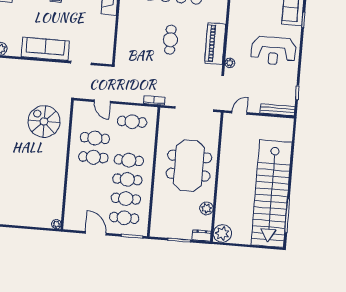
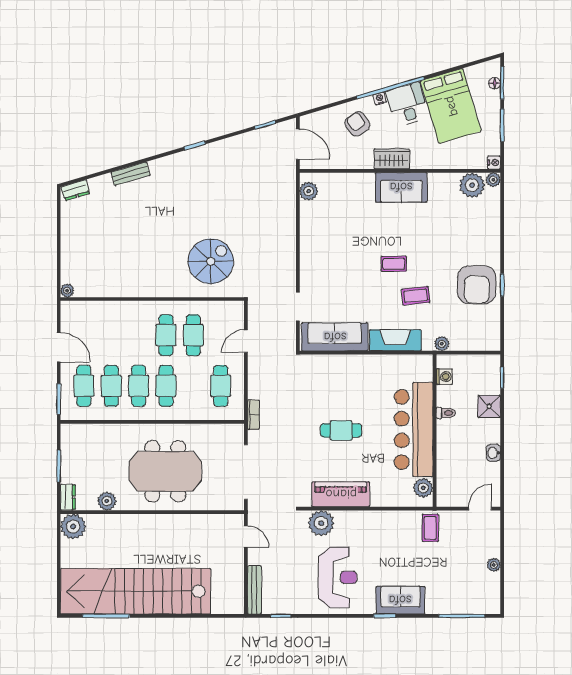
sofa: (45, 49) -> (335, 337), moved, turned -90
reception desk: (273, 51) -> (338, 577), turned 180
plant: (230, 63) -> (321, 523), width x1.88, depth x1.88
door: (96, 233) -> (59, 347), hinge flipped

